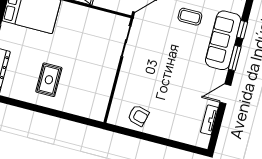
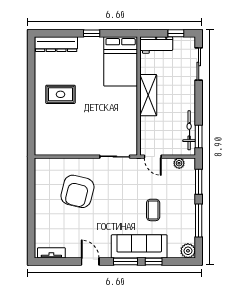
armchair: (138, 116) -> (77, 191), moved, width x1.88, depth x1.88
tv unit: (209, 120) -> (51, 253), moved

